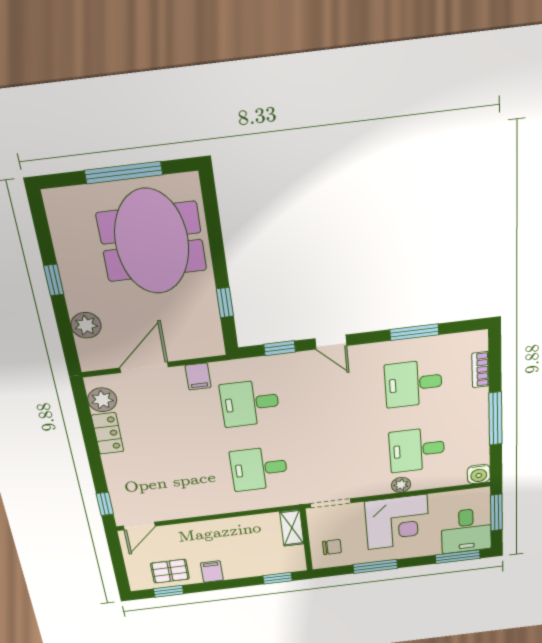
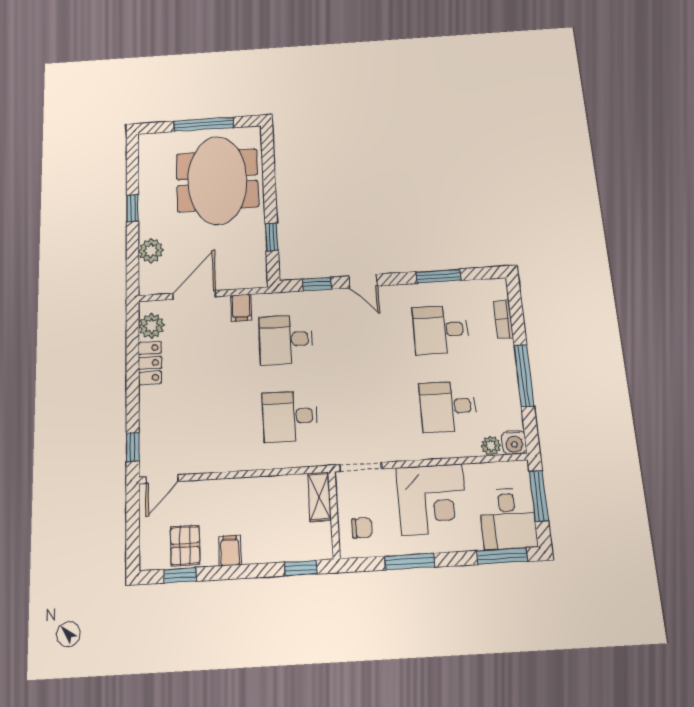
plant: (401, 485) -> (491, 446), moved
pallet: (170, 571) -> (185, 545), turned 90

